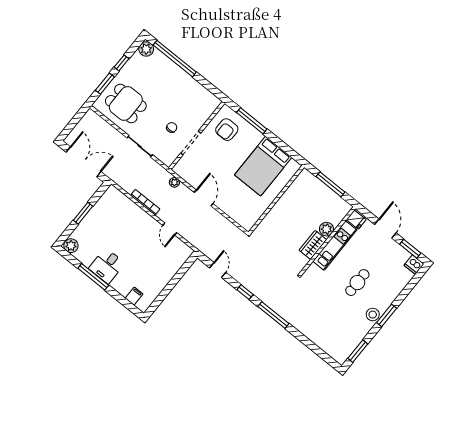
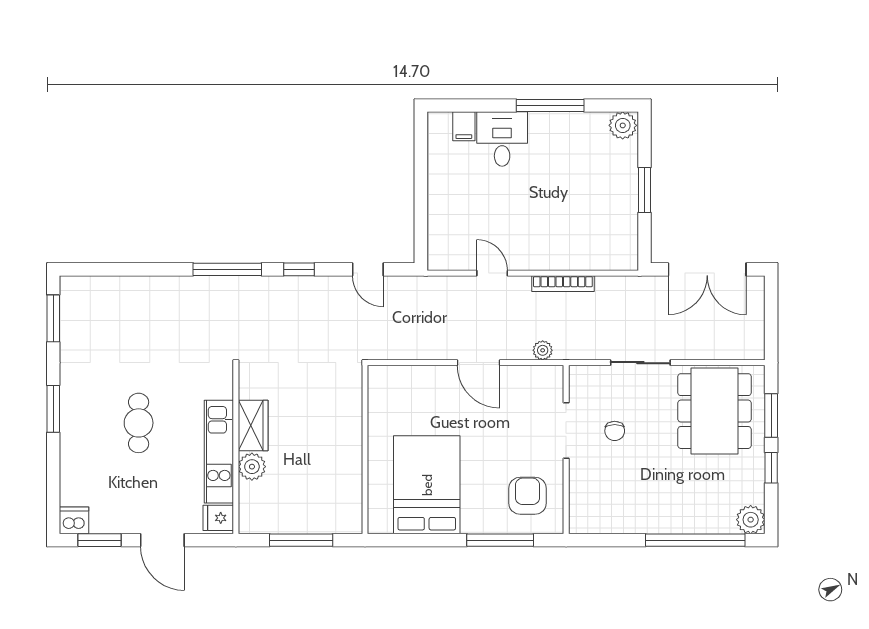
dining table: (126, 103) -> (714, 411), width x1.37
desk: (107, 266) -> (502, 139), moved
stool: (373, 315) -> (76, 393), removed

